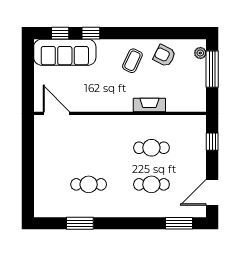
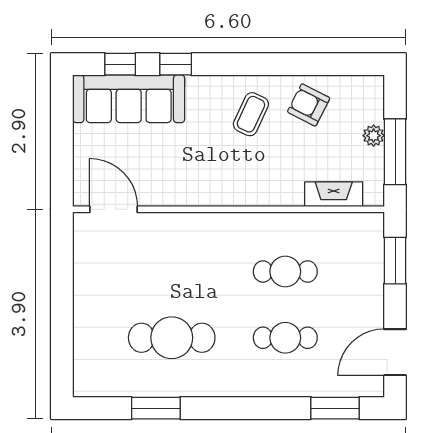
plant: (200, 53) -> (374, 136), moved
window: (212, 69) -> (395, 152), moved
fireplace: (149, 105) -> (334, 194), moved
window: (212, 142) -> (395, 261), width x1.50
cafe table: (89, 184) -> (172, 338), width x1.37, depth x1.35

